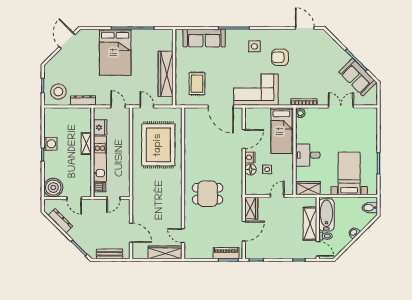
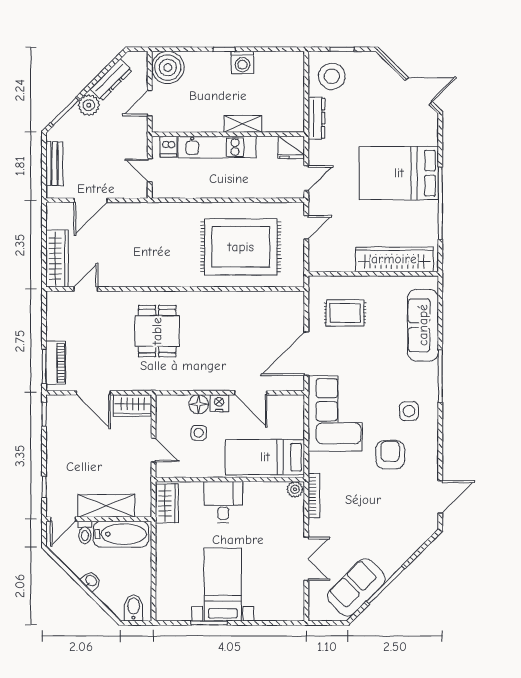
wardrobe: (166, 74) -> (394, 259), moved
fridge: (100, 127) -> (291, 147), moved
bed with nightstands: (349, 173) -> (223, 584), moved, turned -90
plant: (75, 234) -> (89, 105), added

